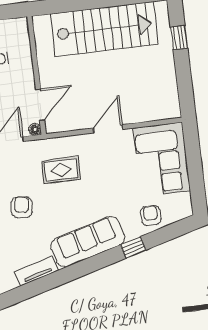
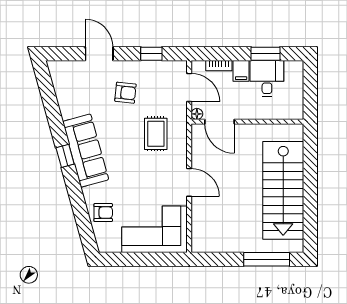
window: (179, 38) -> (267, 259), width x2.17
window: (133, 247) -> (65, 156), moved
tv unit: (36, 271) -> (64, 99), removed

